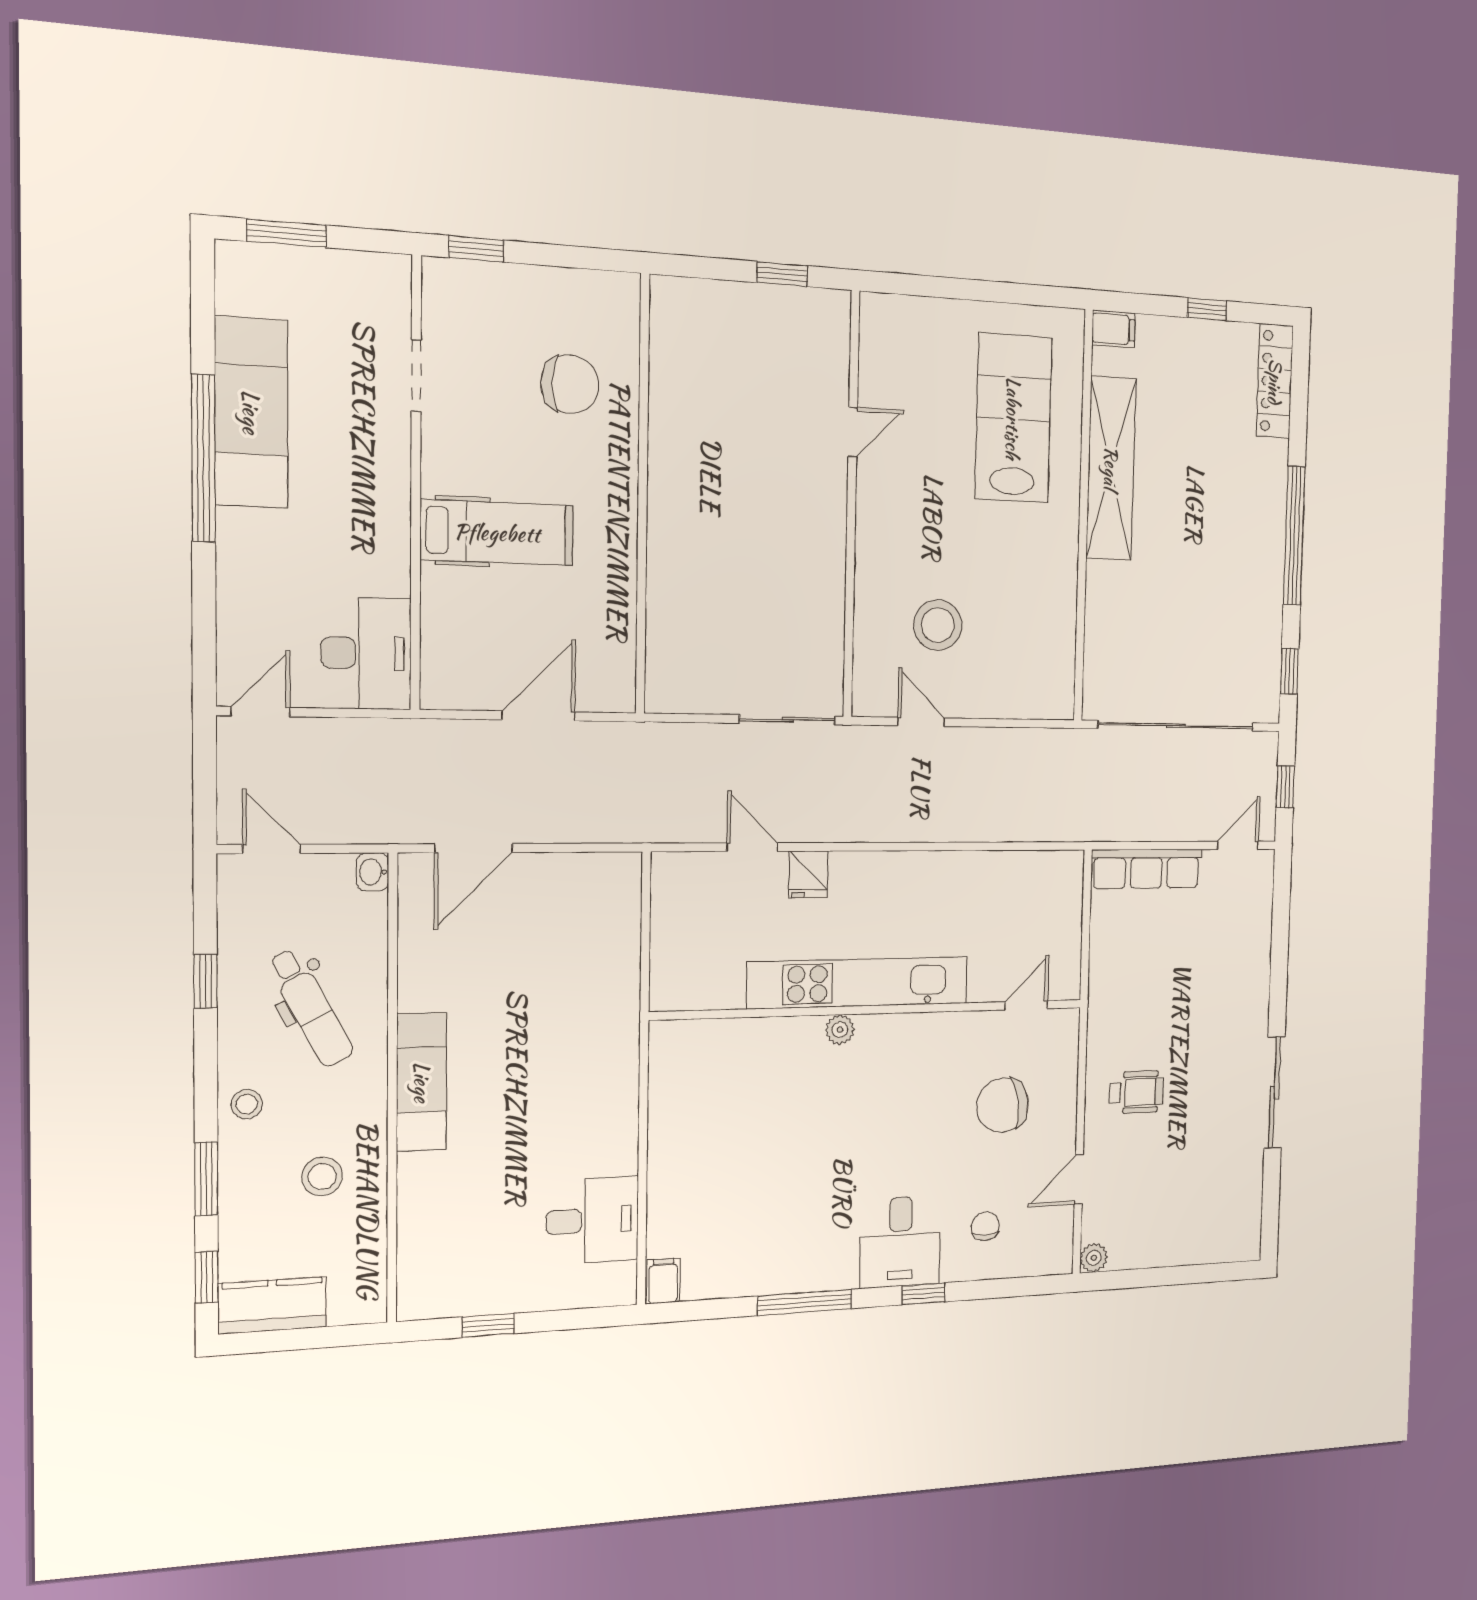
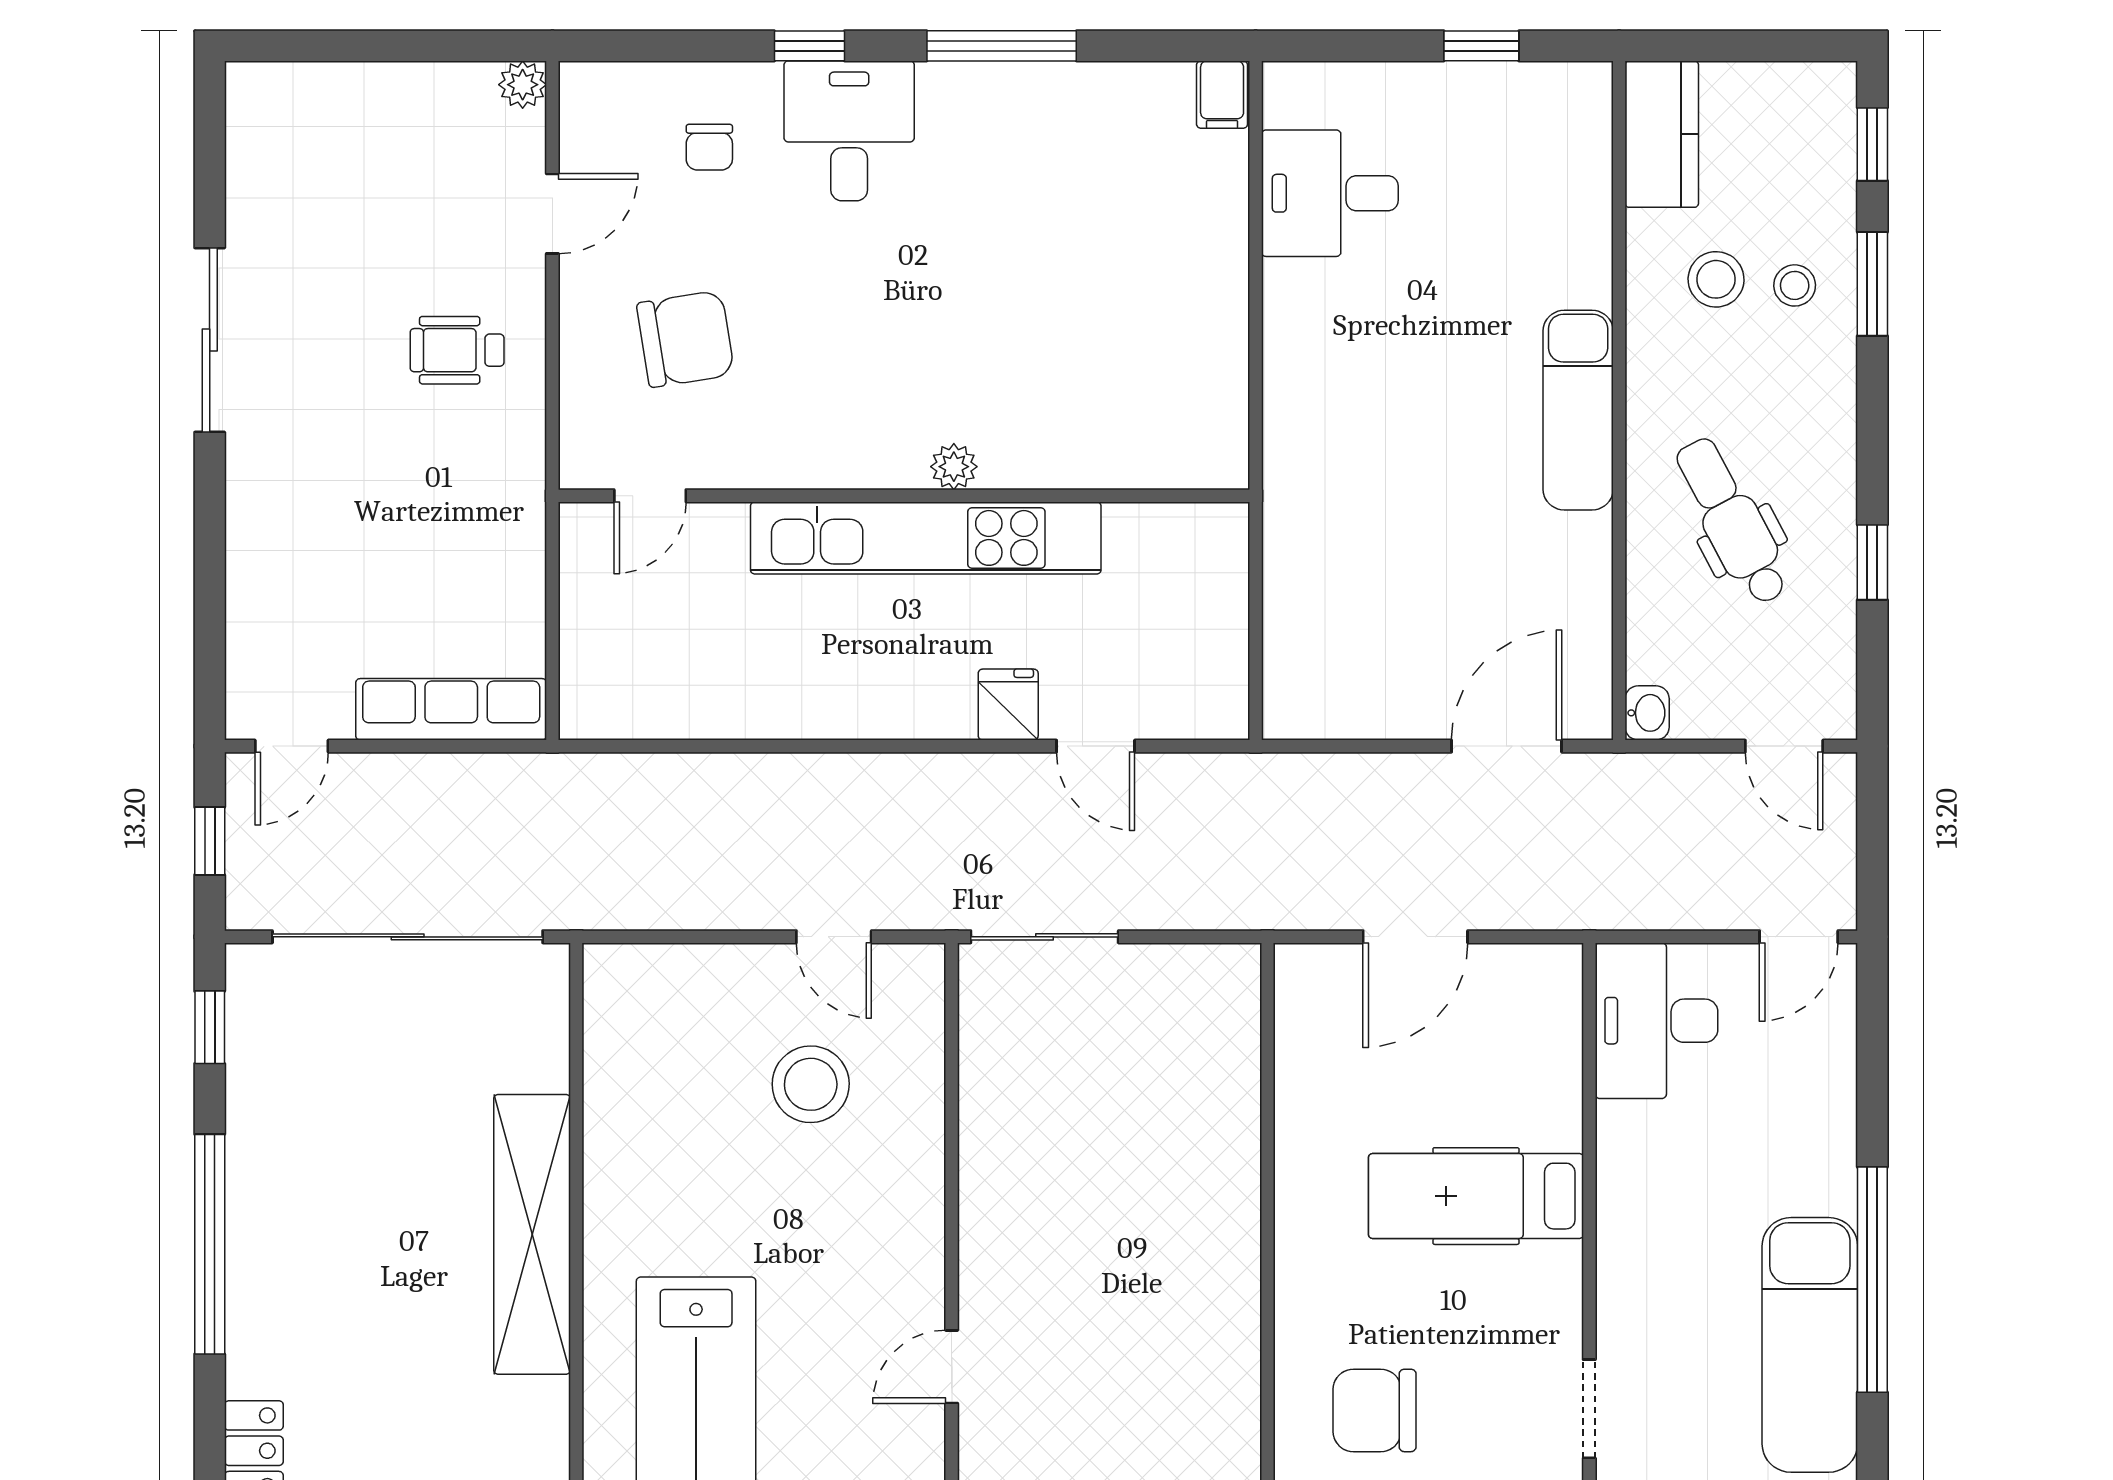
shelving: (1111, 468) -> (532, 1234), moved
stool: (247, 1104) -> (1795, 285), moved
kitchen counter: (272, 1305) -> (1662, 134), moved, turned -90

